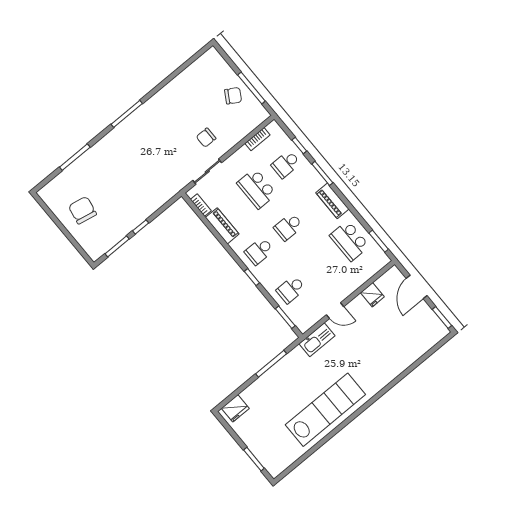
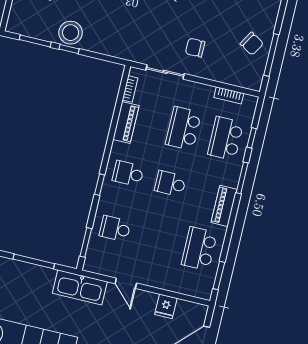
school desk: (286, 164) -> (226, 138), width x1.85
stool: (130, 217) -> (71, 33), added
kitchen sink: (317, 340) -> (80, 287), width x1.36, depth x1.24

